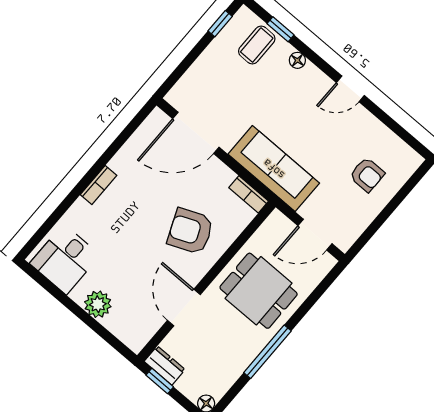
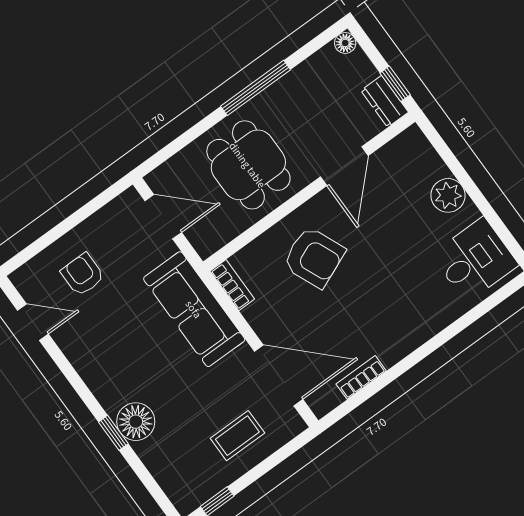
window: (281, 29) -> (113, 433), moved
coffee table: (257, 45) -> (237, 436), moved
floor lamp: (297, 60) -> (136, 422), width x1.89, depth x1.89
door: (350, 89) -> (33, 322), moved
bookcase: (99, 185) -> (361, 377), moved

